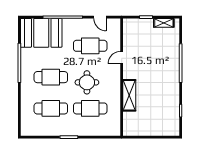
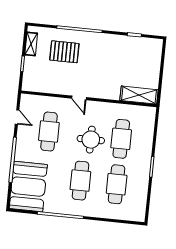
door: (100, 17) -> (17, 117), hinge flipped
pallet: (160, 52) -> (64, 52), added
door: (122, 58) -> (79, 98), moved
shelving: (129, 95) -> (139, 95), moved

